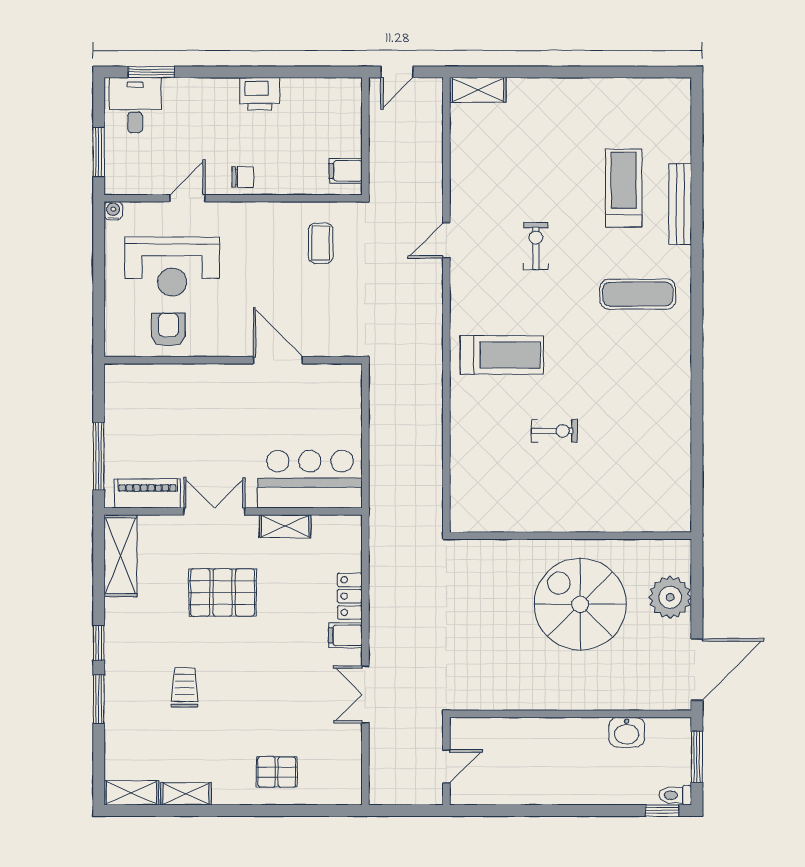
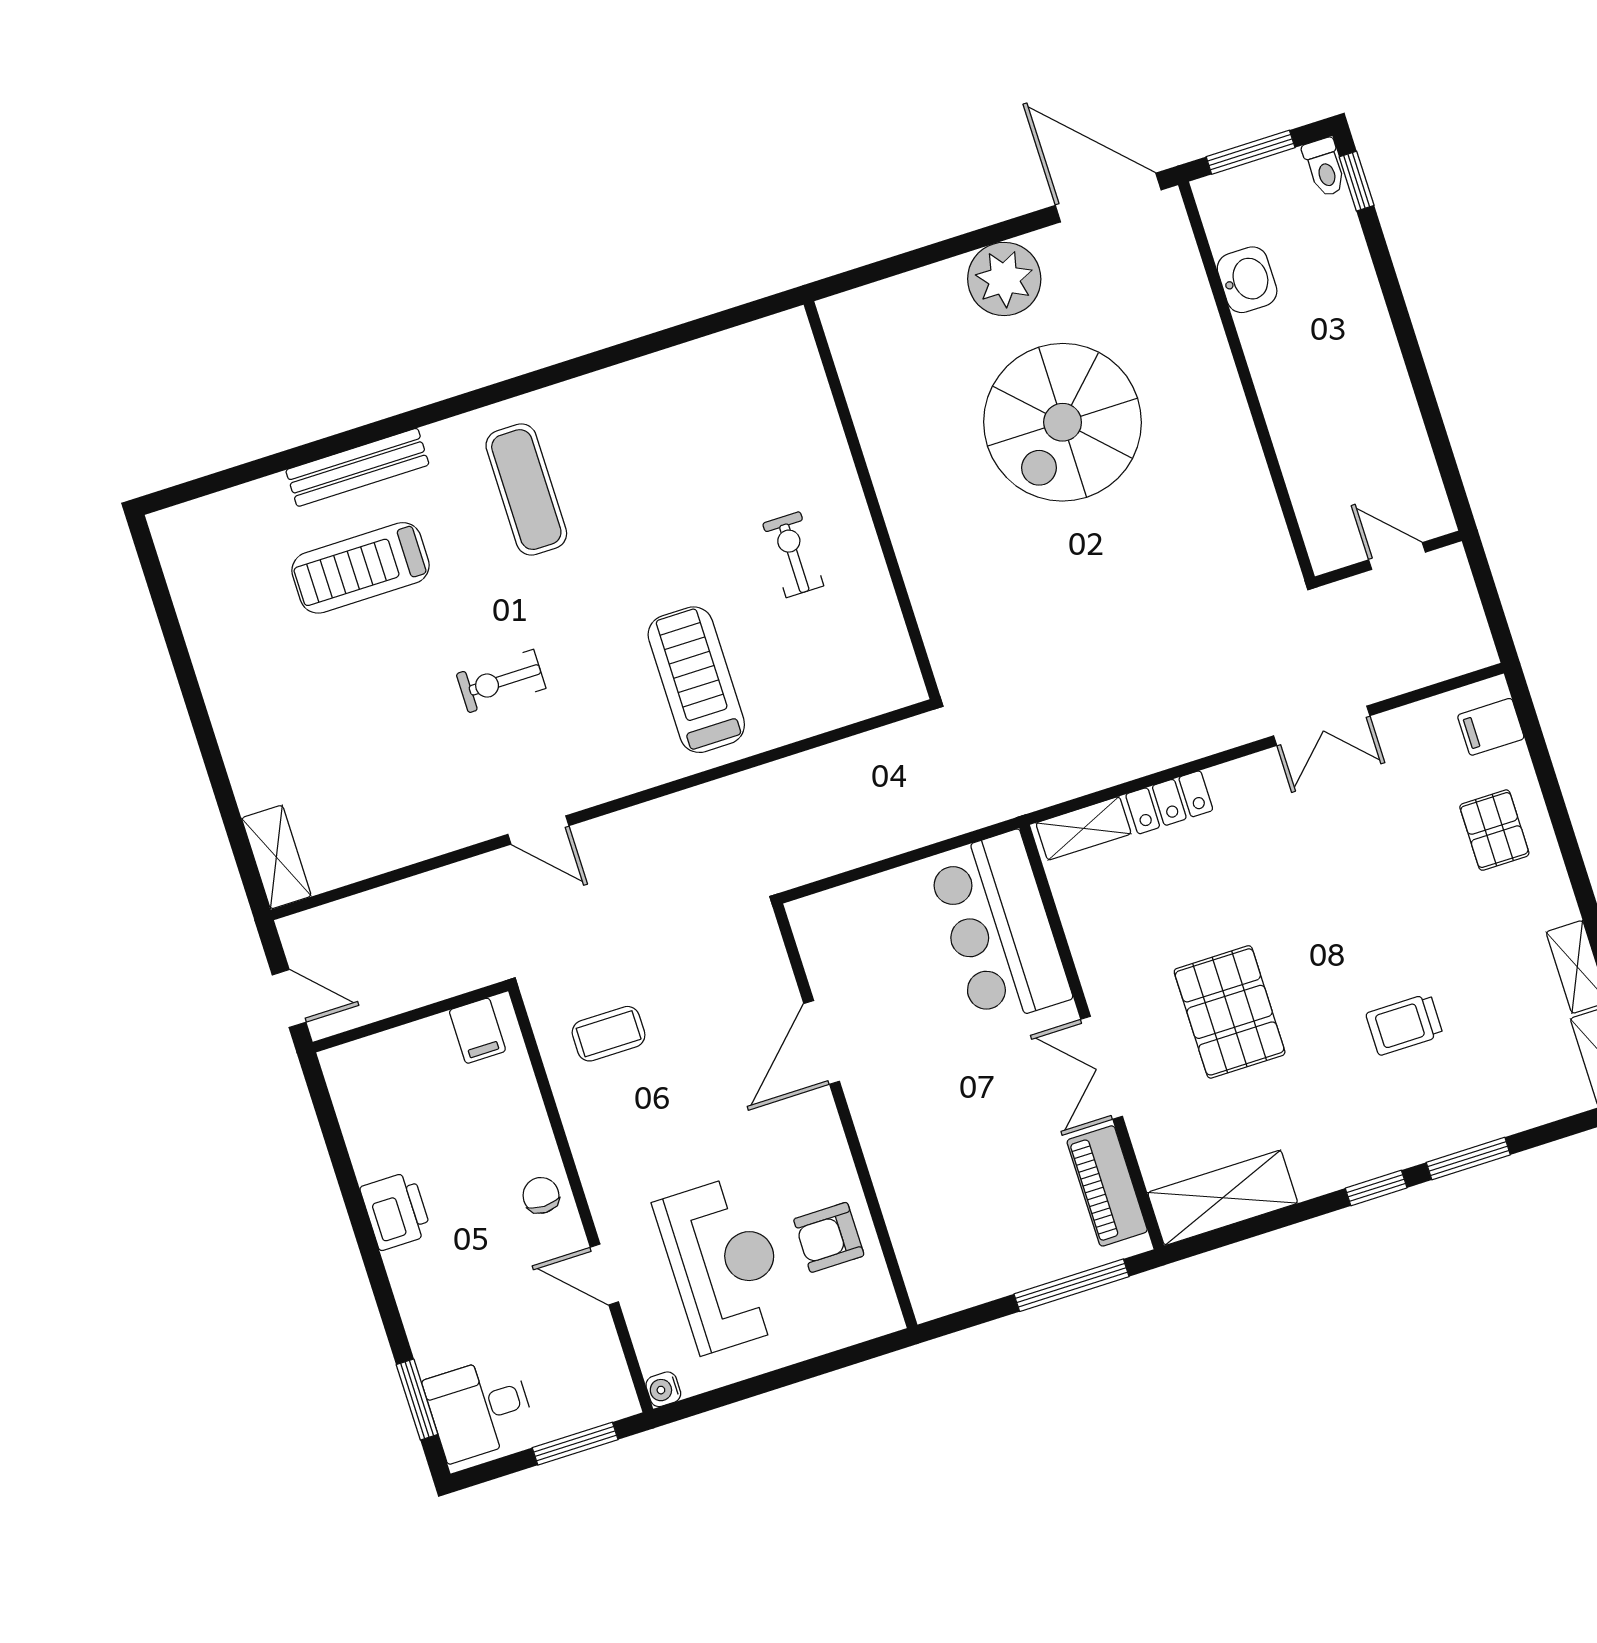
shelving: (285, 526) -> (1084, 828), moved, turned 90
wall: (571, 536) -> (872, 500), moved
filing cabinet: (345, 635) -> (1491, 727), moved, turned 90

